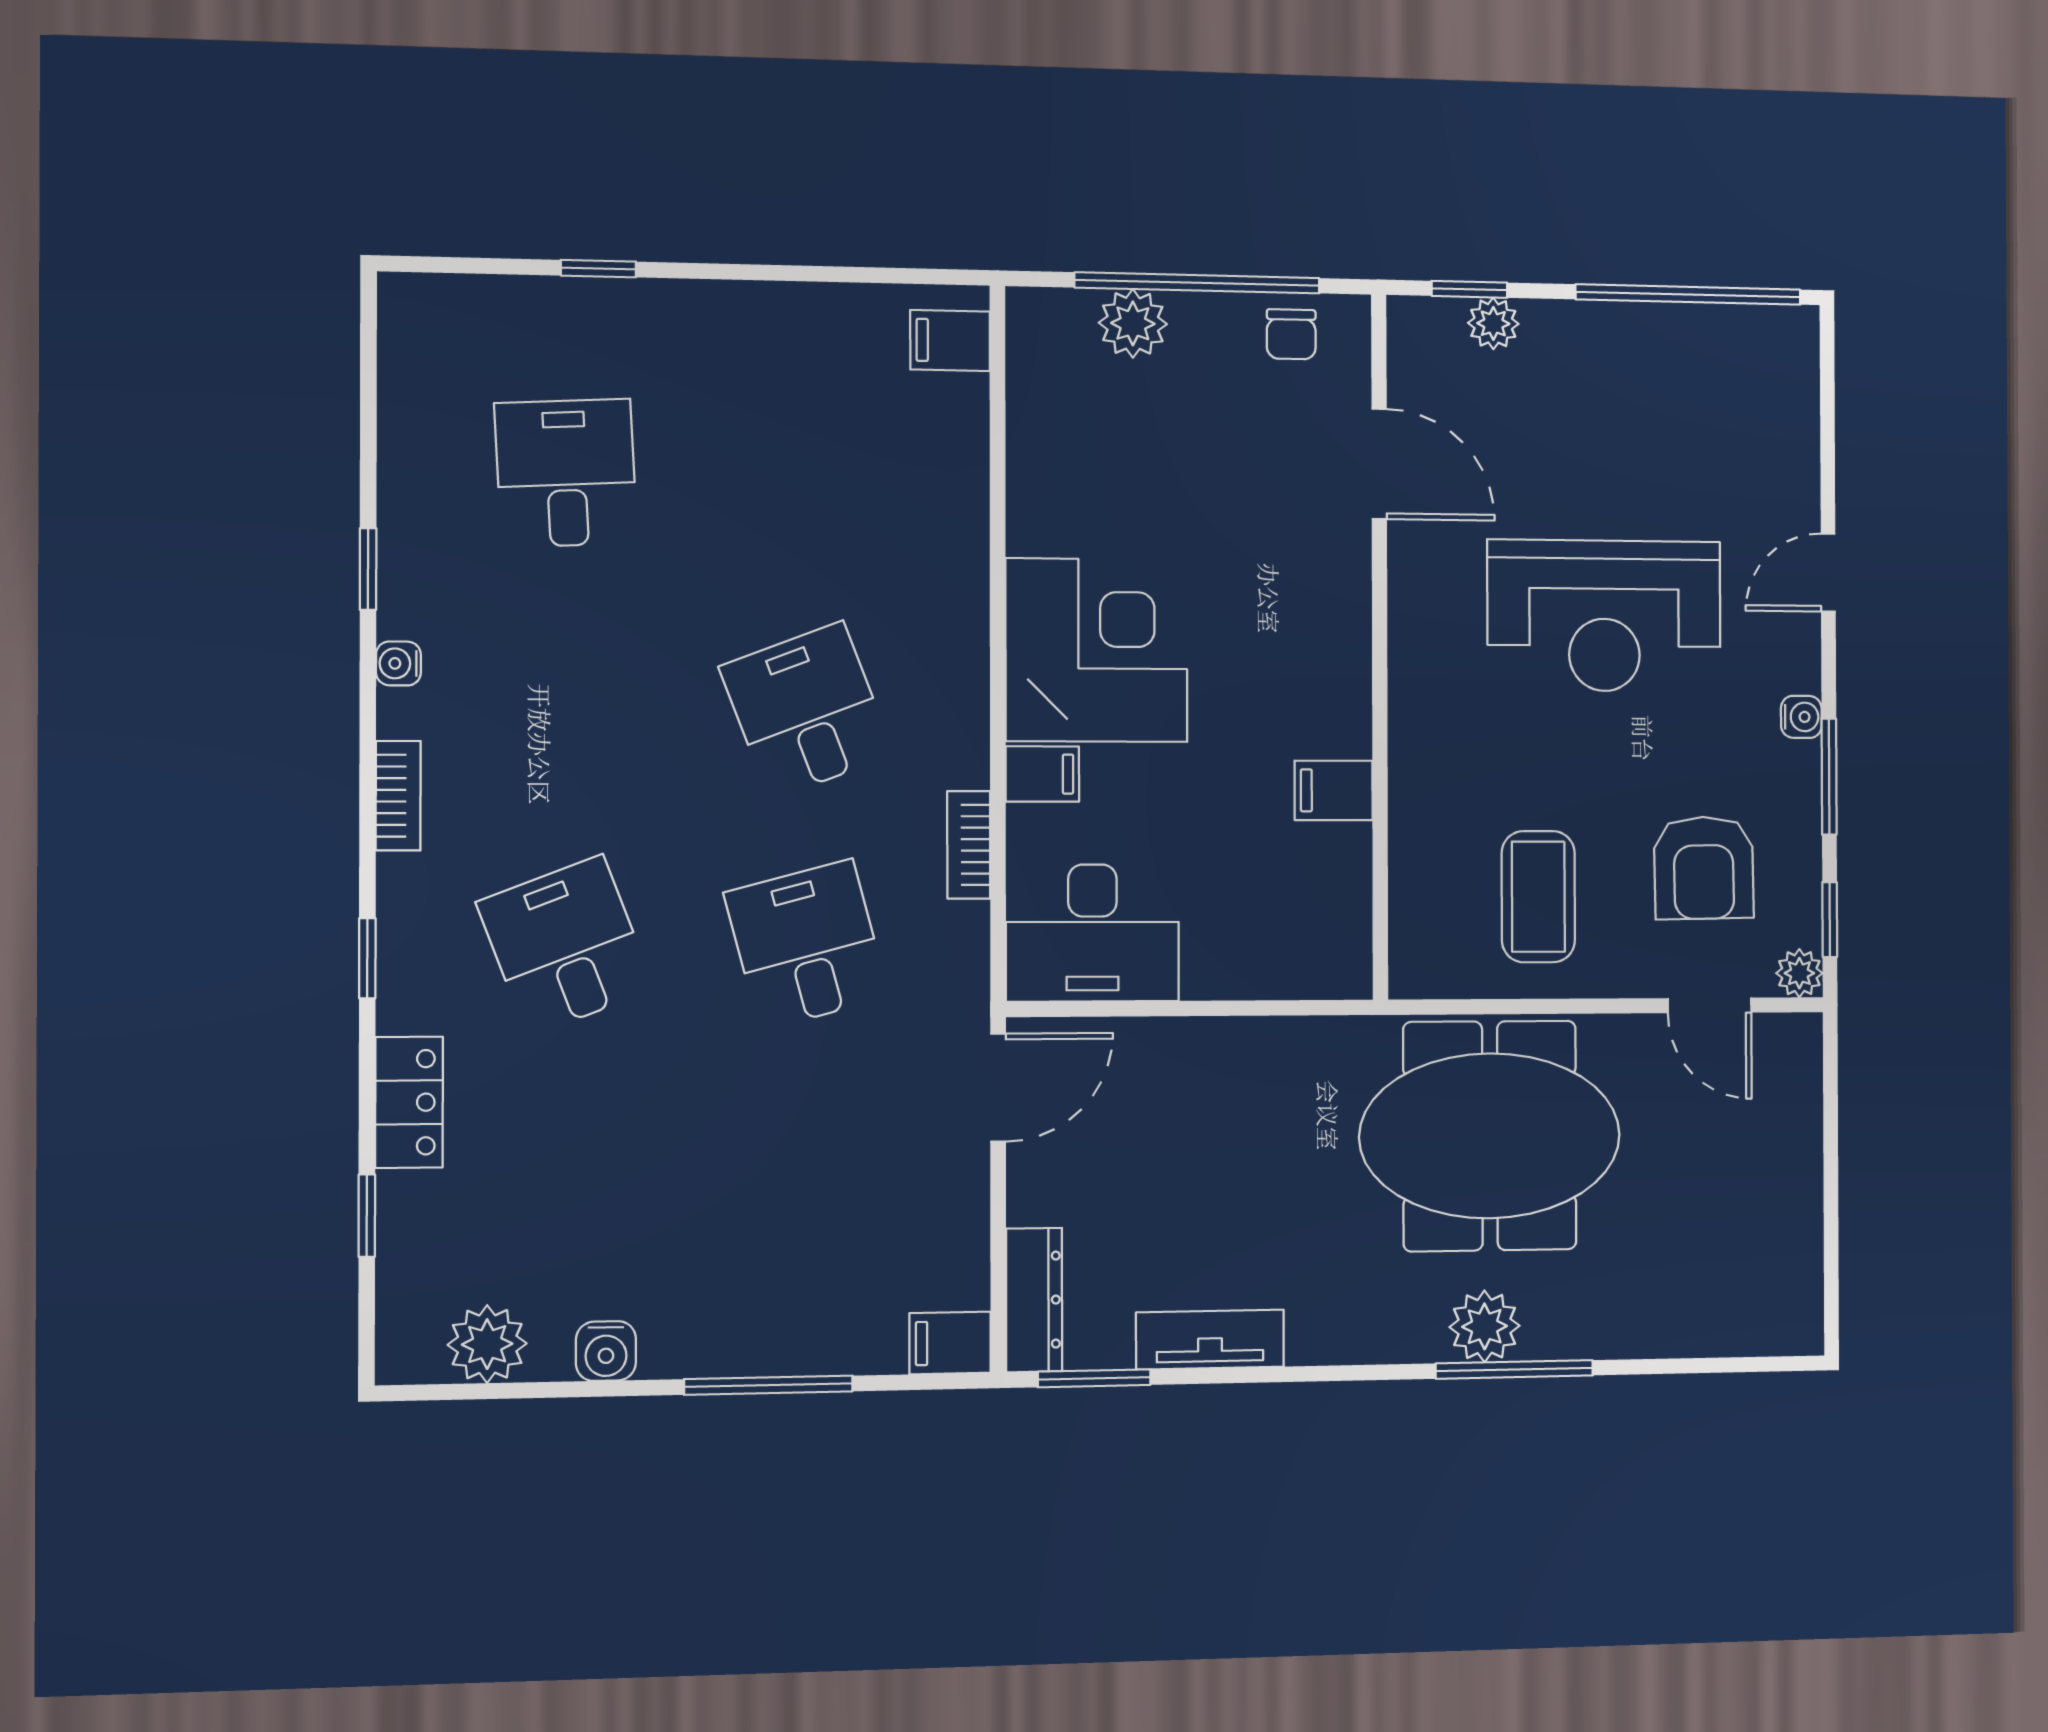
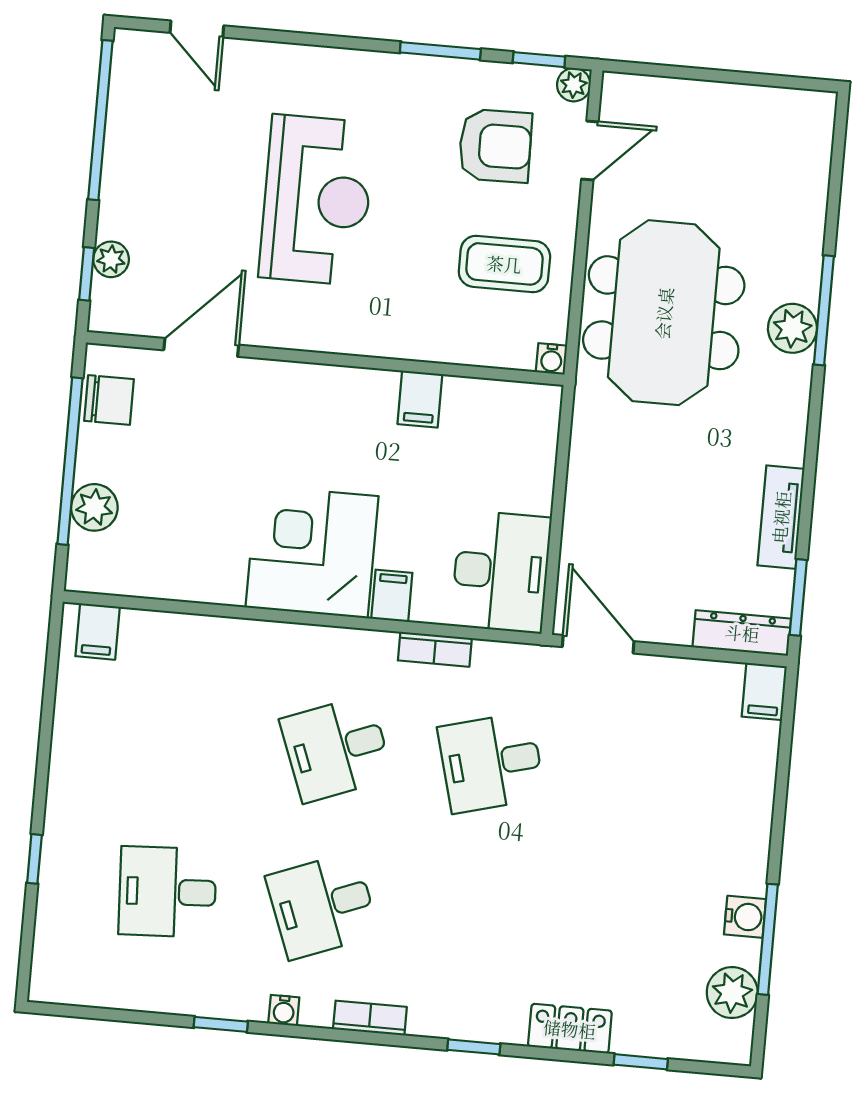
chair: (1291, 334) -> (109, 400), width x1.37, depth x1.37
door: (1828, 573) -> (197, 29), moved
water cooler: (1801, 717) -> (551, 359), moved, turned 180
desk: (566, 946) -> (322, 906), moved
window: (769, 1385) -> (768, 939), moved

